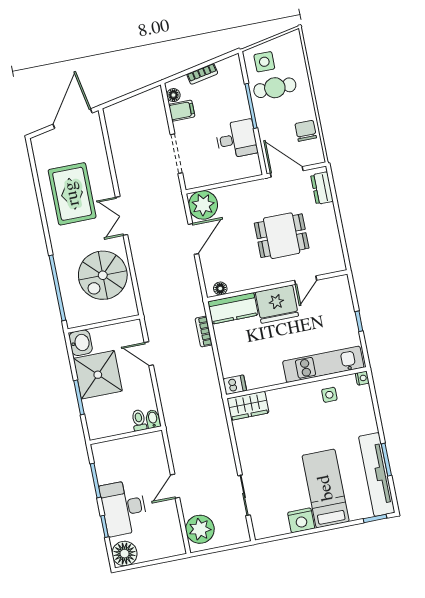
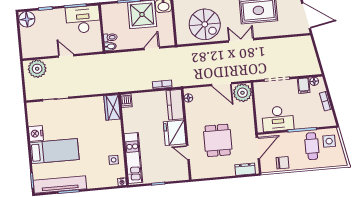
desk: (236, 139) -> (278, 119), width x1.37
spiral stairs: (103, 275) -> (205, 24), turned 180
desk: (124, 508) -> (83, 19), moved

